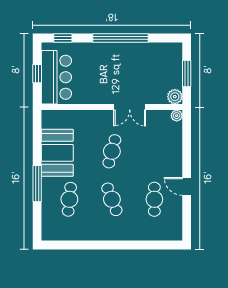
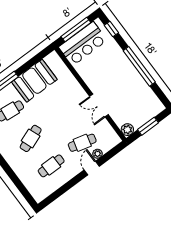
window: (37, 74) -> (76, 29), width x2.17
plant: (177, 116) -> (98, 154), moved
cafe table: (112, 151) -> (82, 143), moved
door: (187, 186) -> (92, 168), moved

